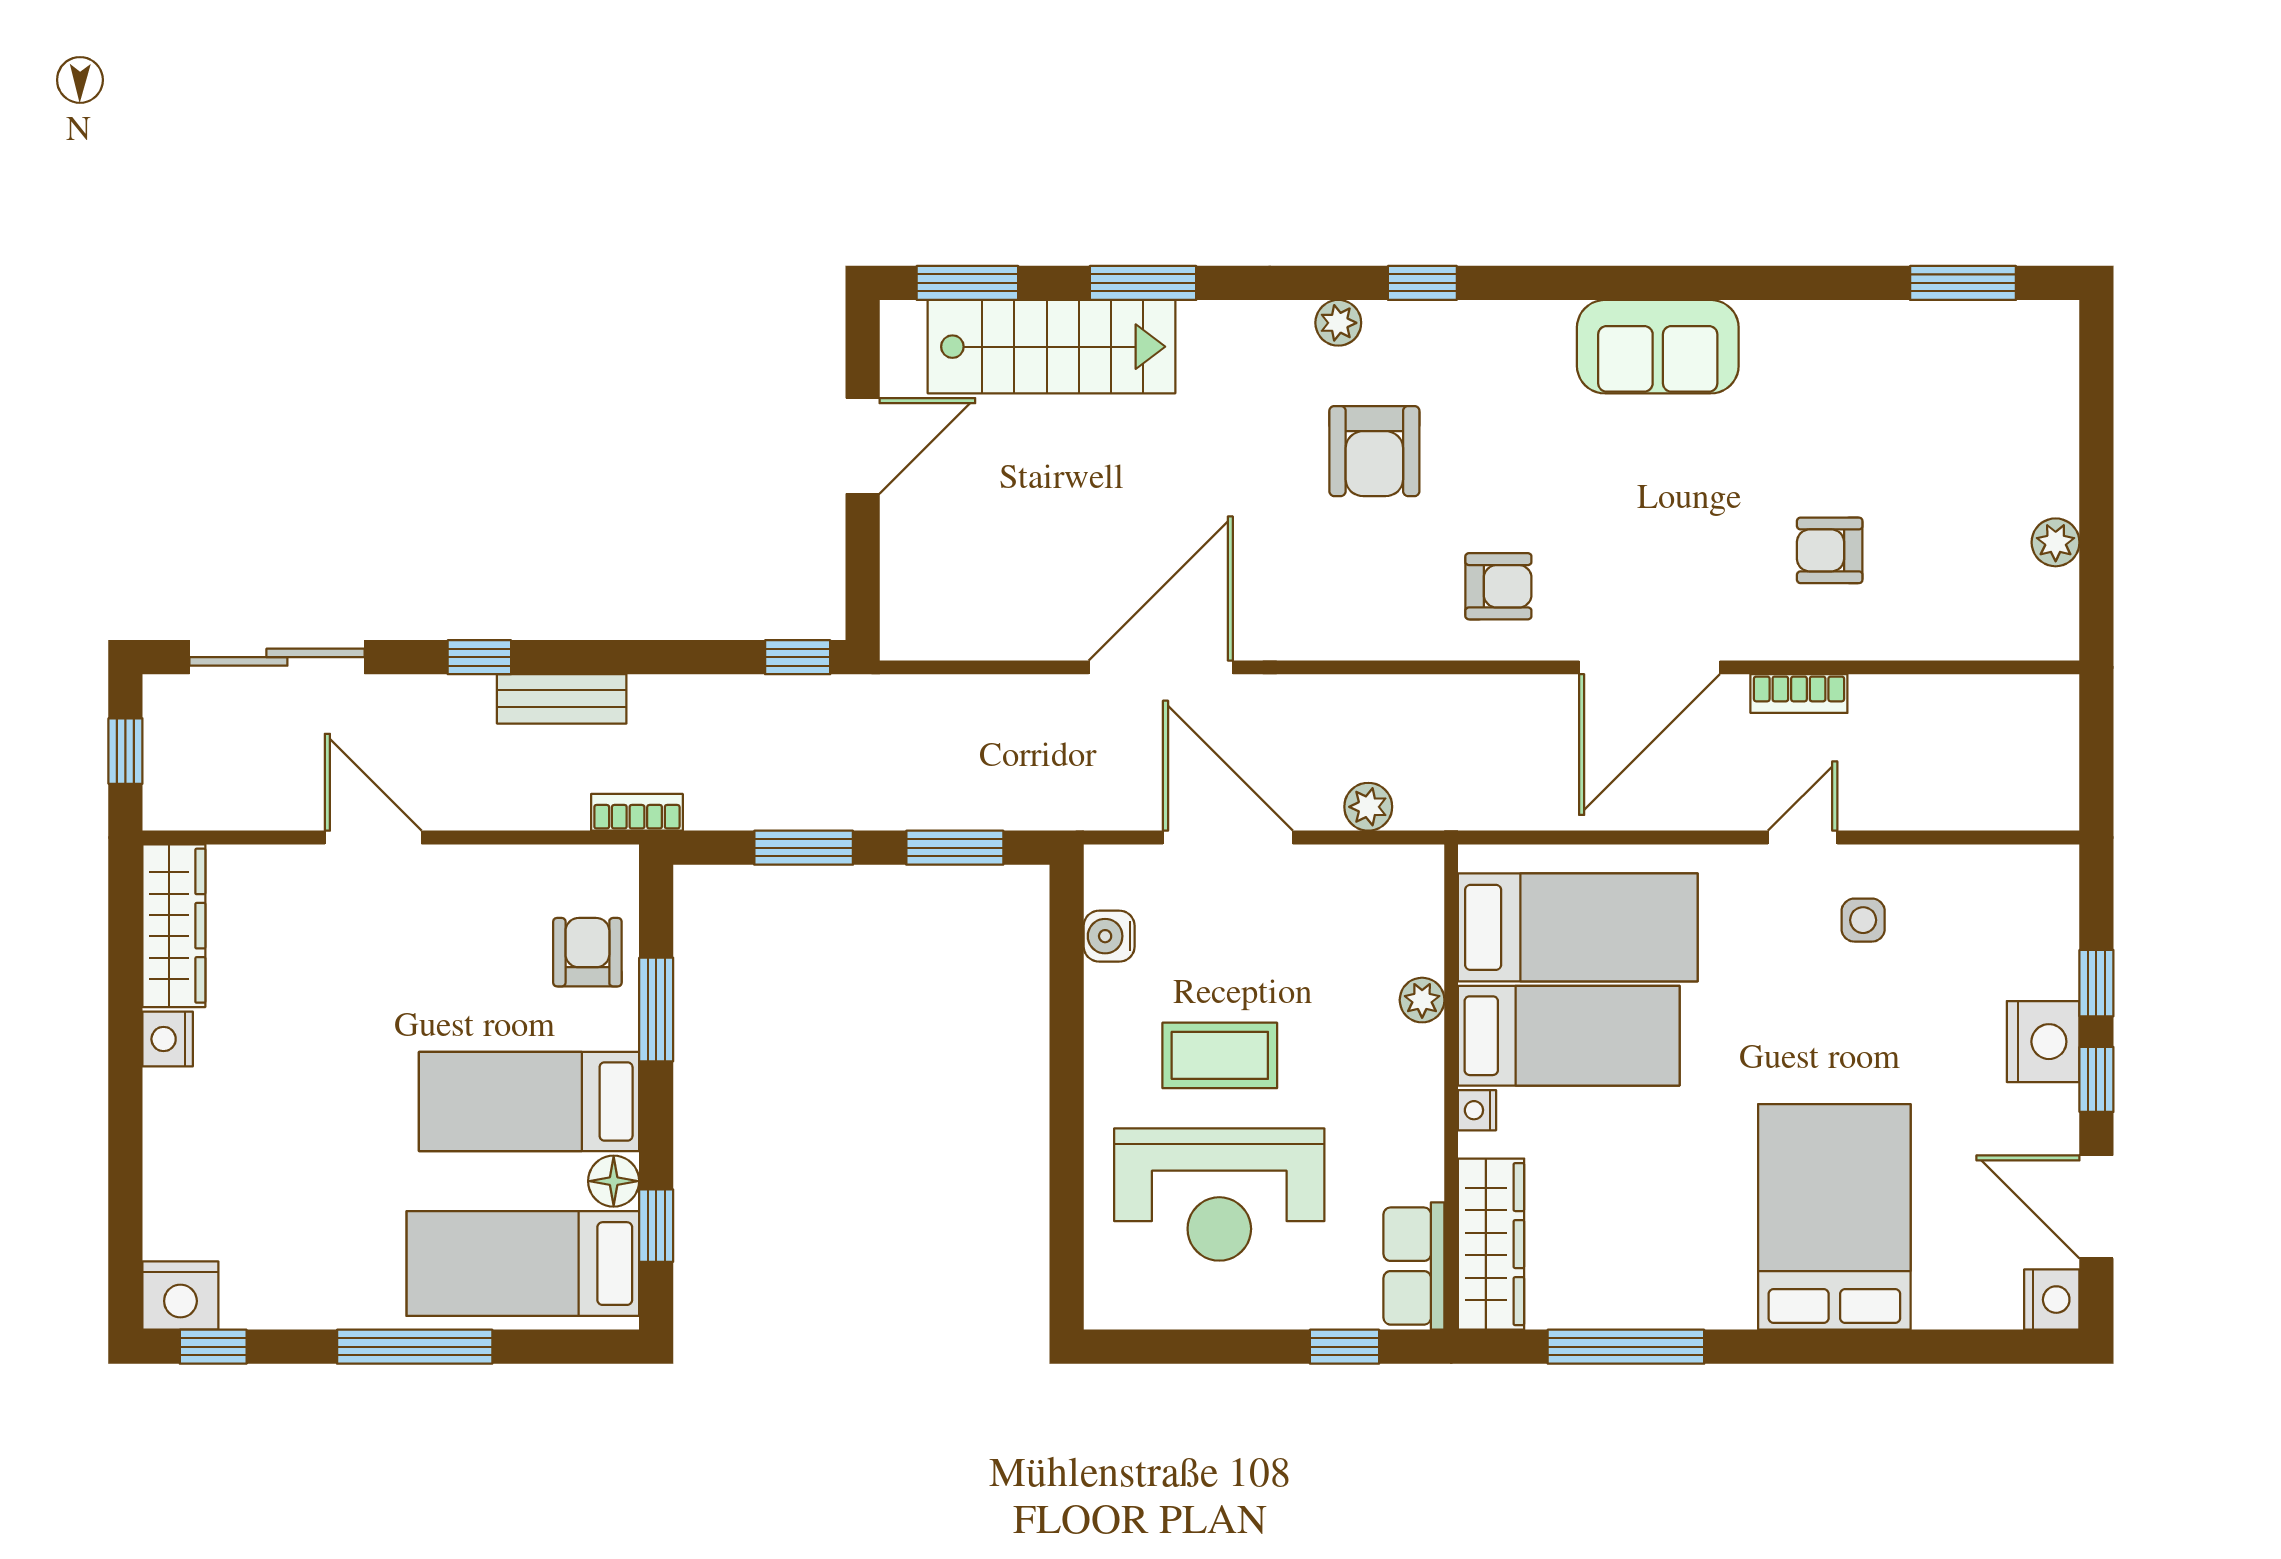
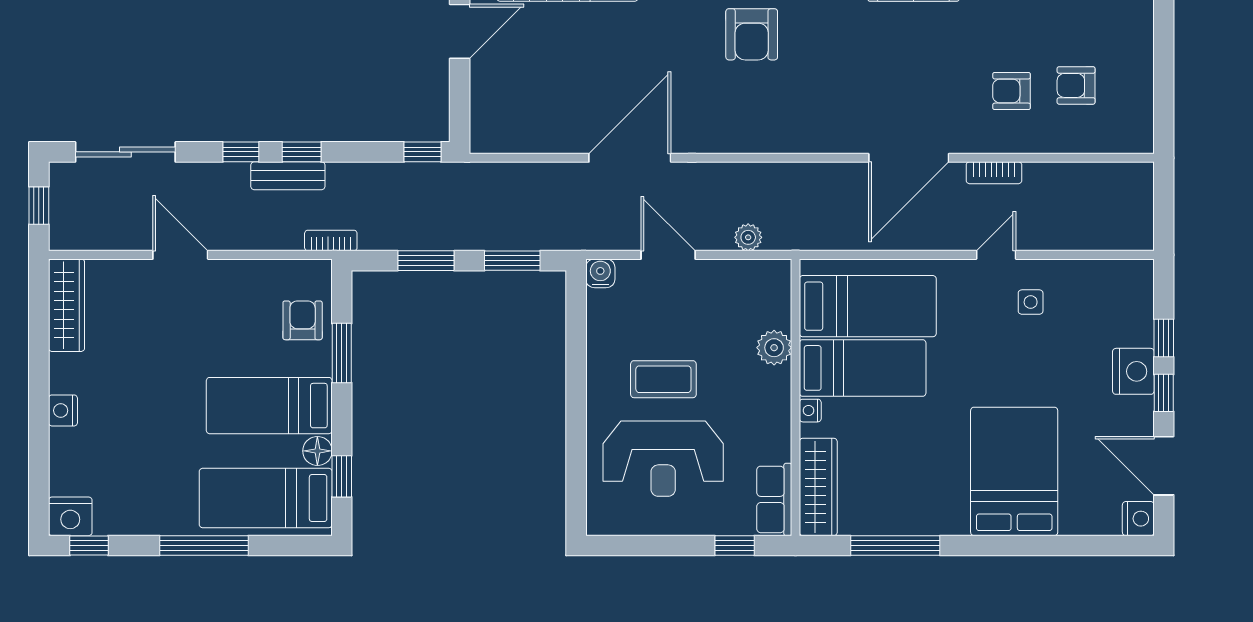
plant: (2056, 542) -> (1140, 86), removed
armchair: (1498, 586) -> (1076, 85), moved, turned 180
window: (586, 657) -> (302, 152), added
door: (1228, 837) -> (668, 255), width x0.73
water cooler: (1109, 936) -> (600, 273), moved, turned 90
plant: (1422, 1000) -> (774, 348), width x1.38, depth x1.38
nightstand: (168, 1039) -> (63, 410), moved

